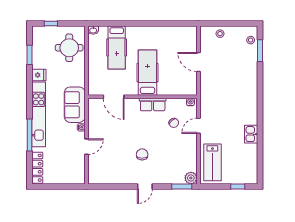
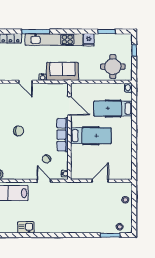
door: (114, 97) -> (69, 106), swing flipped
row of seats: (153, 105) -> (63, 135), width x1.48
kitchen sink: (251, 134) -> (26, 227), moved

